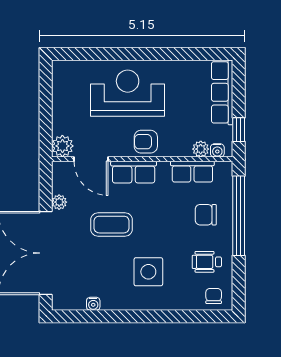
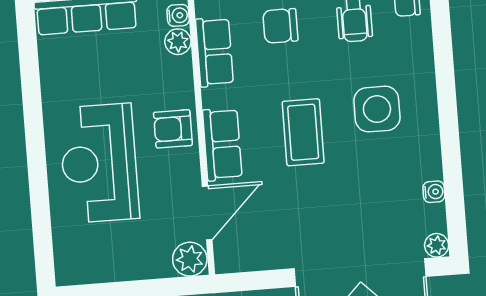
armchair: (146, 142) -> (173, 129), turned 90
plant: (59, 202) -> (437, 245), moved
chair: (206, 215) -> (280, 26), turned 90
coffee table: (112, 225) -> (303, 132), moved

